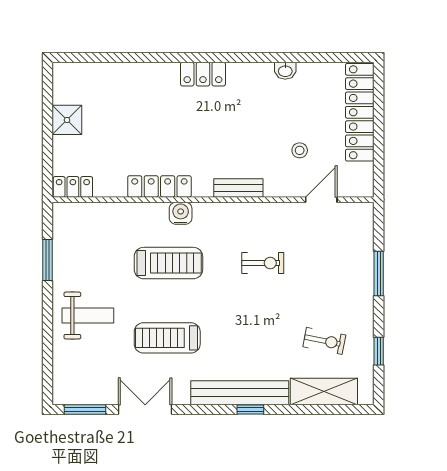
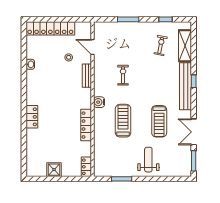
locker: (203, 74) -> (32, 117), moved
bench: (238, 188) -> (87, 76), moved
water cooler: (181, 213) -> (99, 102), moved

